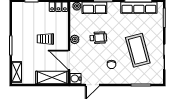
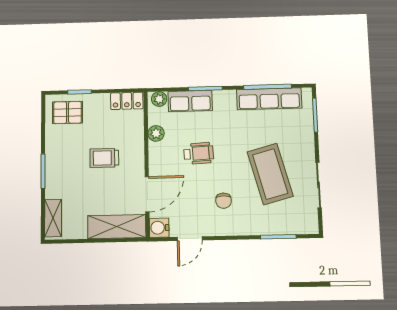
pallet: (25, 12) -> (68, 112), added
plant: (75, 39) -> (156, 133), moved
door: (69, 60) -> (147, 194), swing flipped

